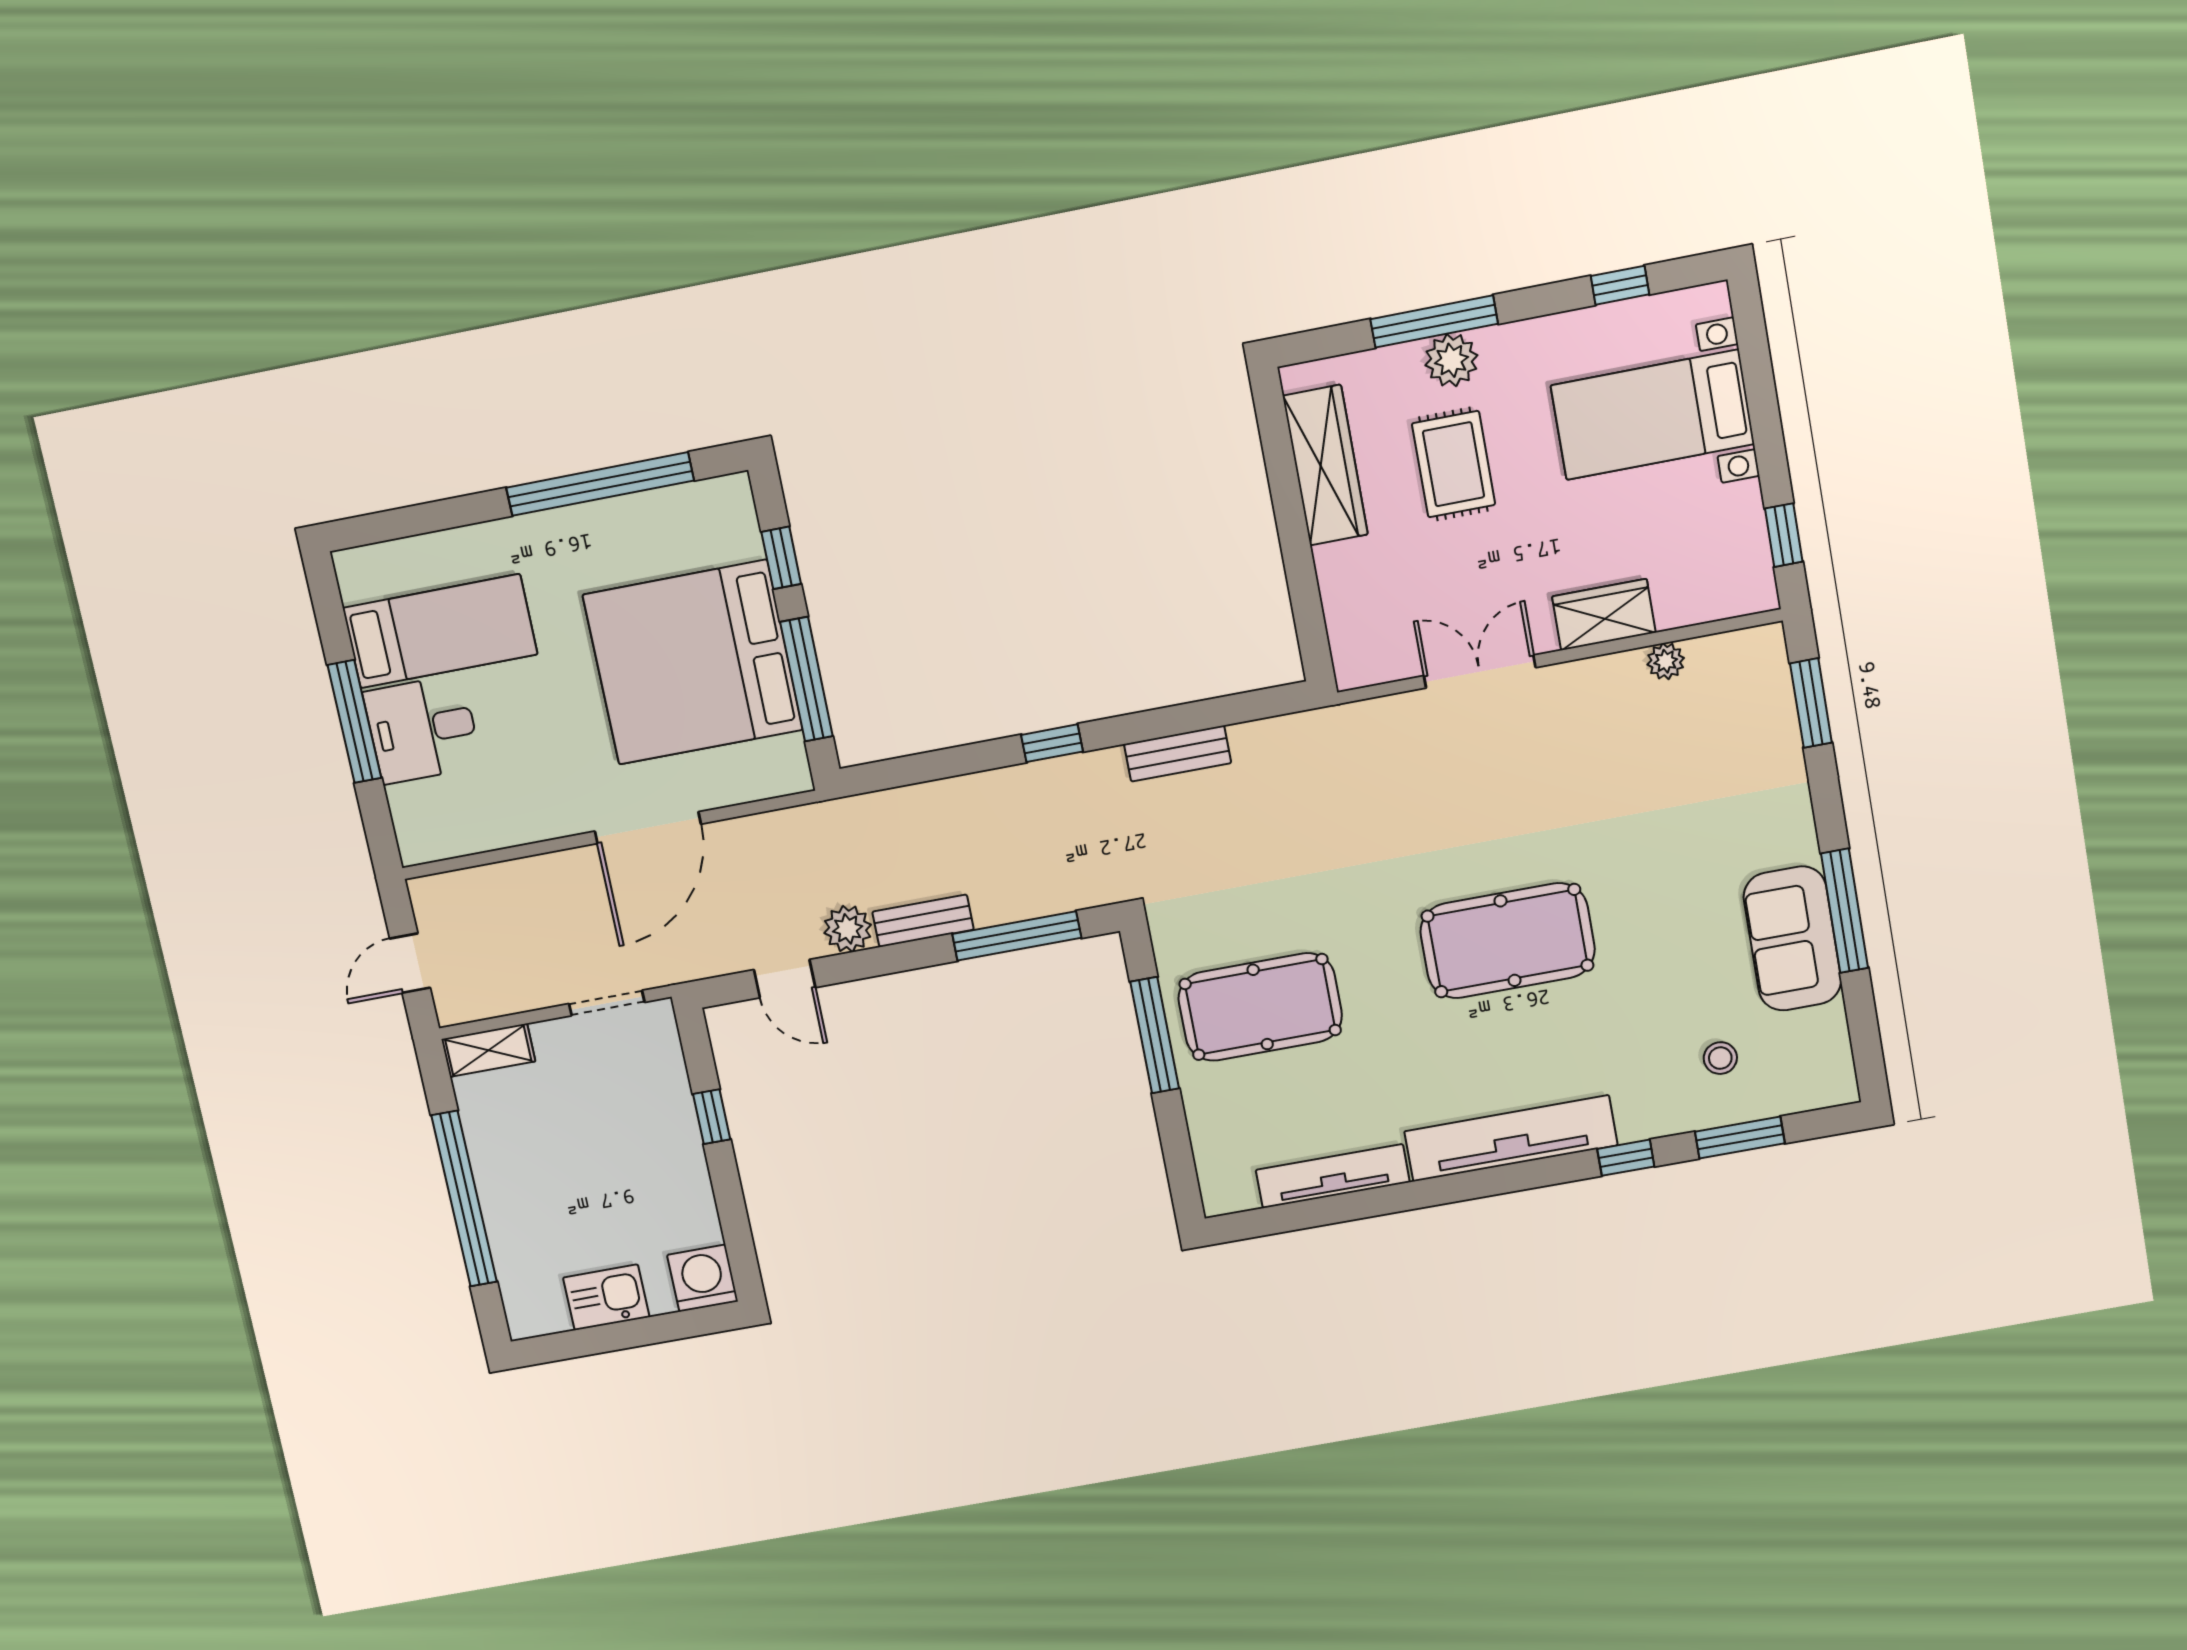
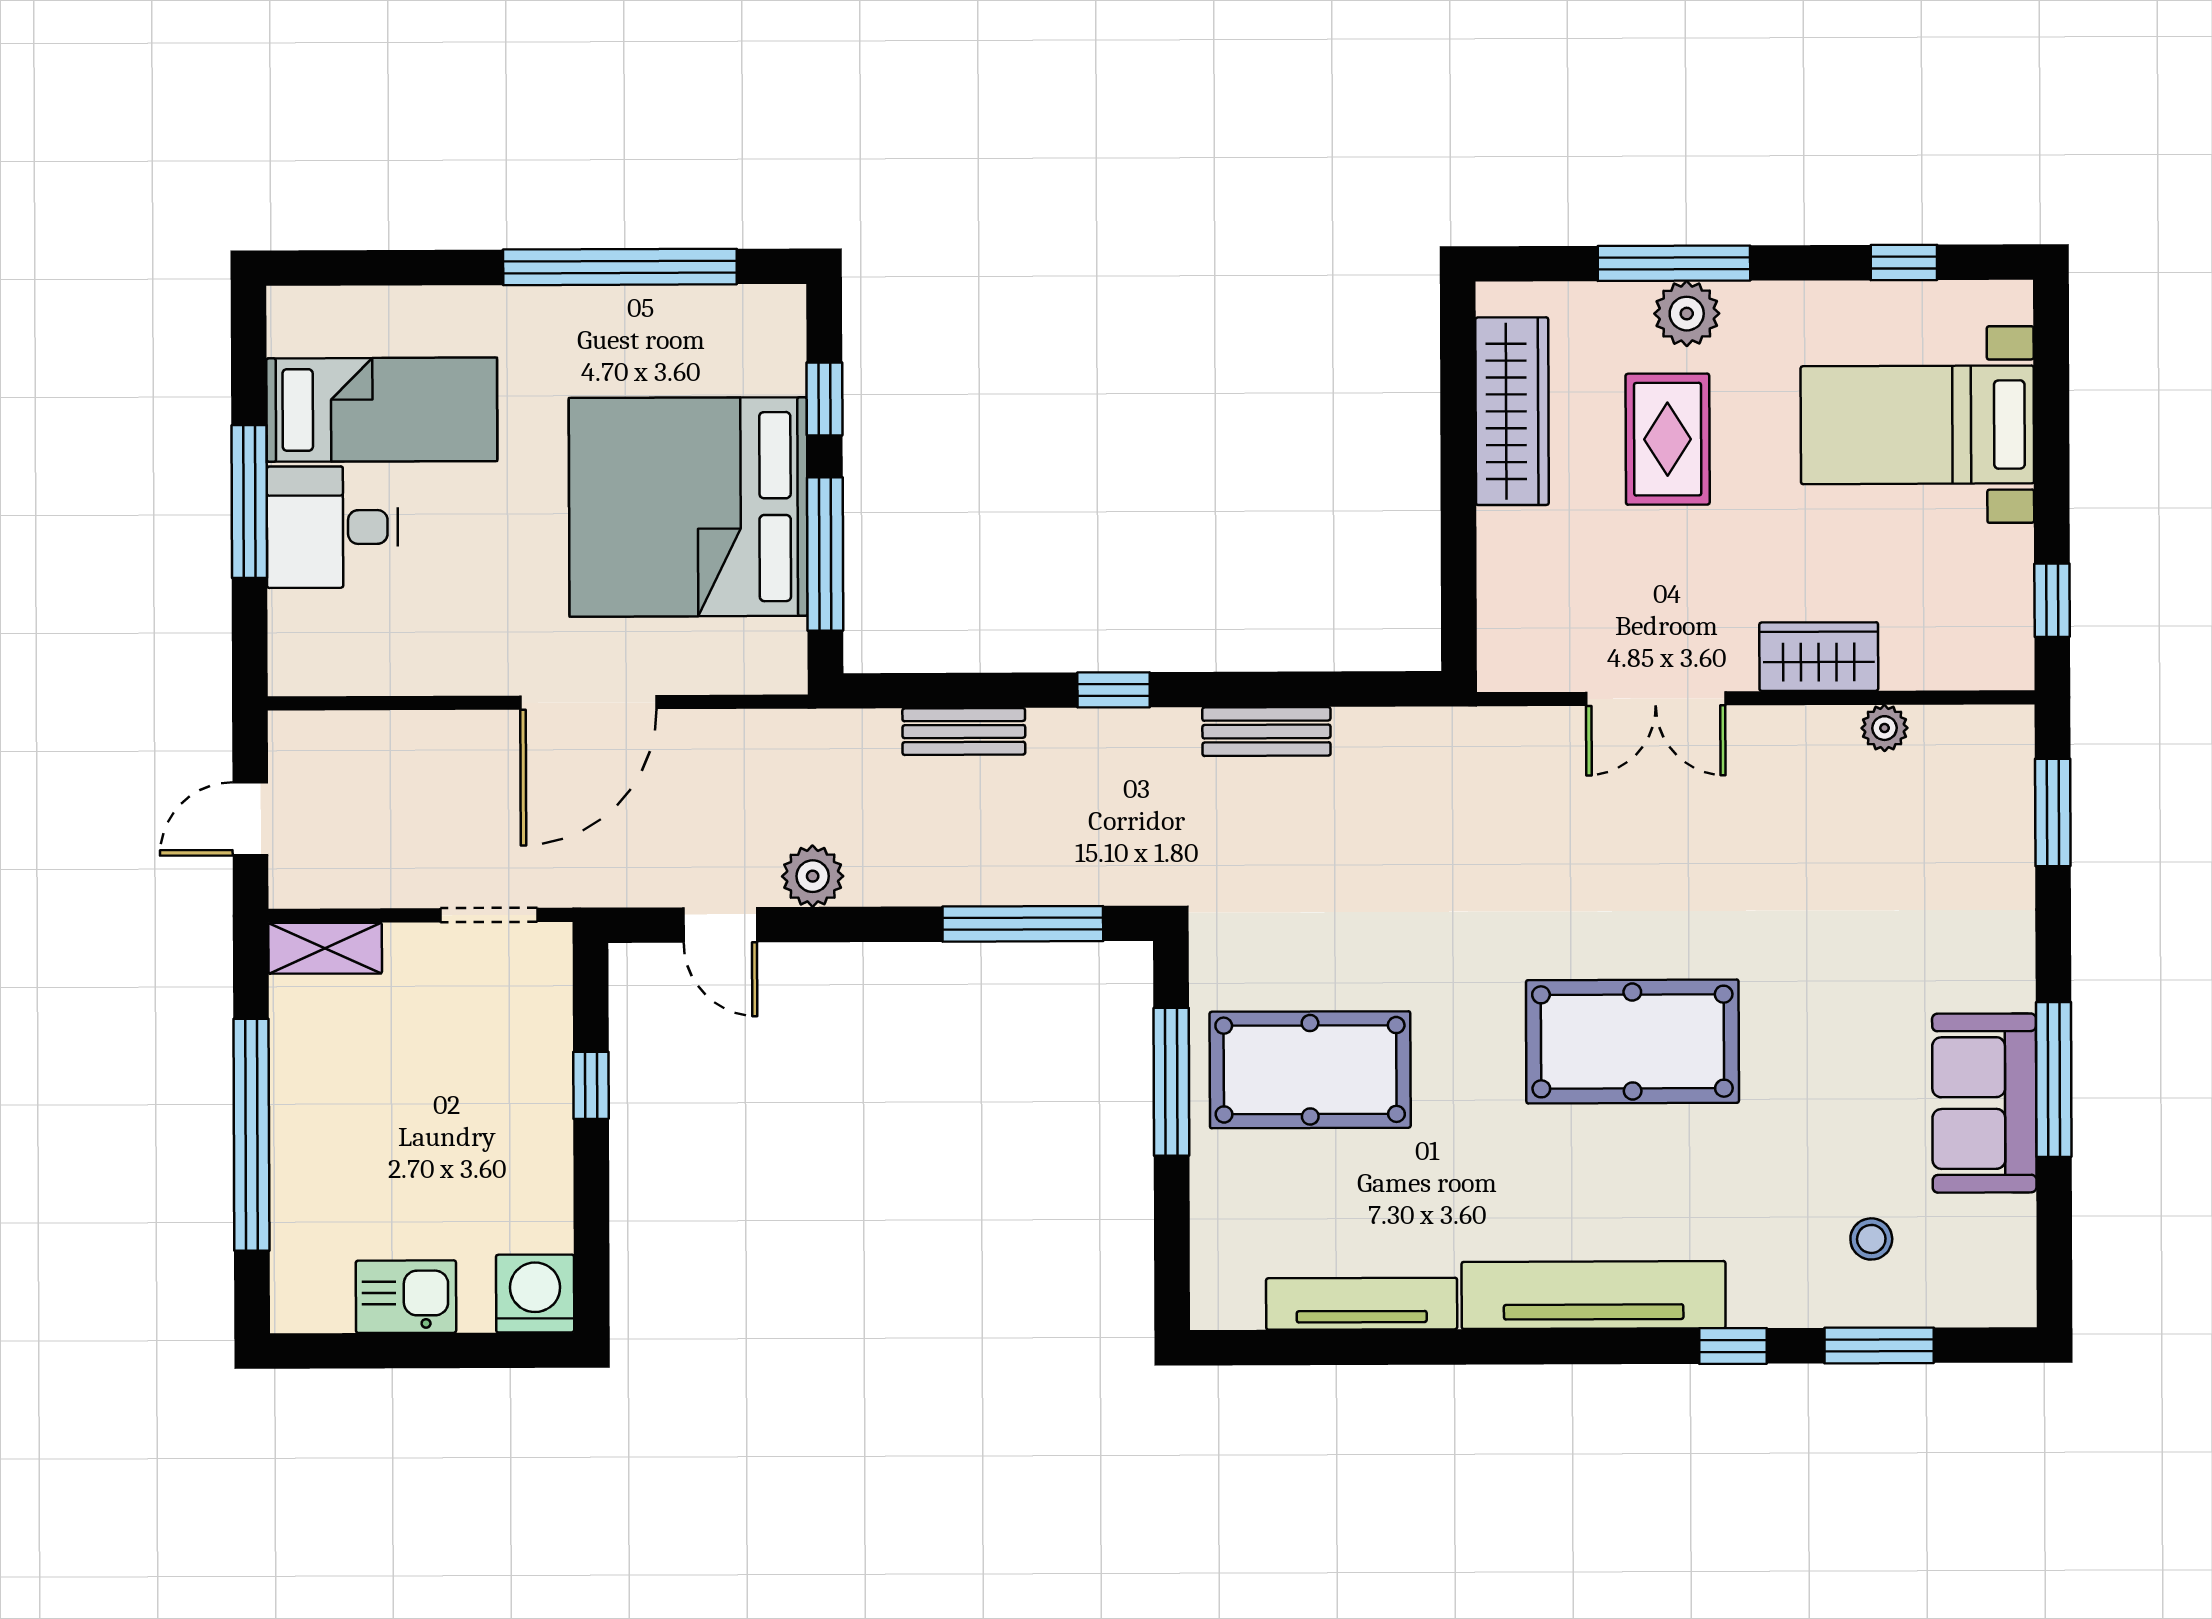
double door: (1480, 672) -> (1656, 699), swing flipped
bench: (923, 921) -> (964, 732), moved

